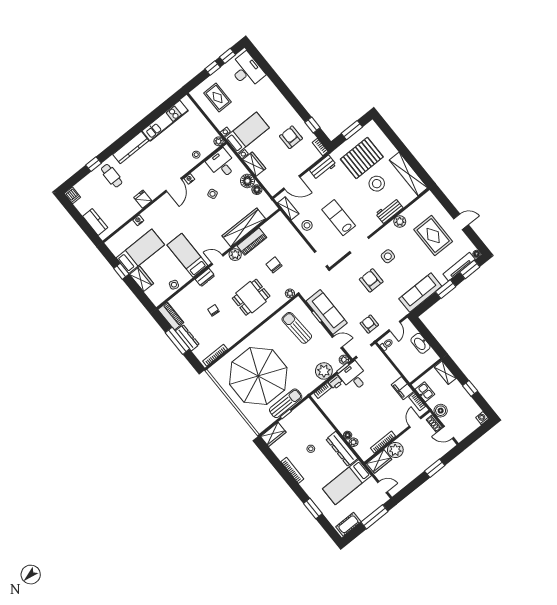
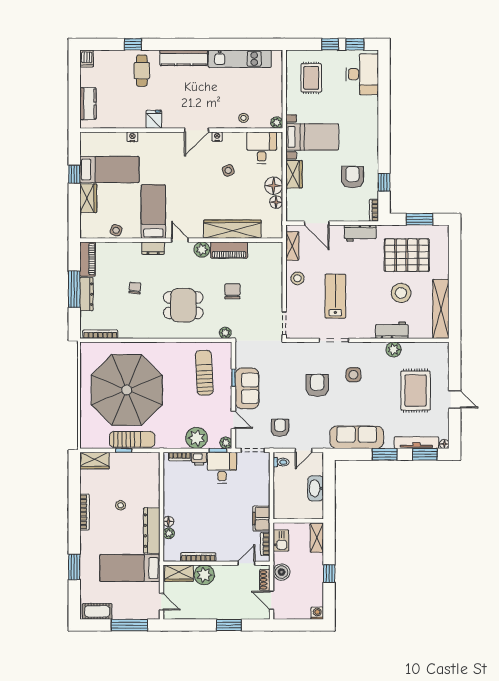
sofa: (327, 312) -> (247, 388), width x0.73

